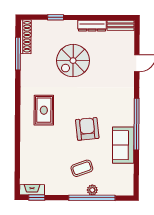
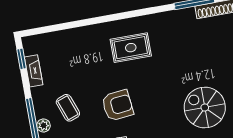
spiral stairs: (73, 61) -> (205, 108), moved
fireplace: (32, 190) -> (34, 71), moved

